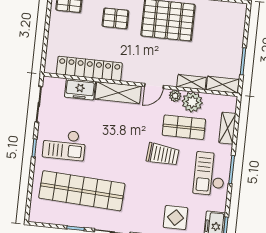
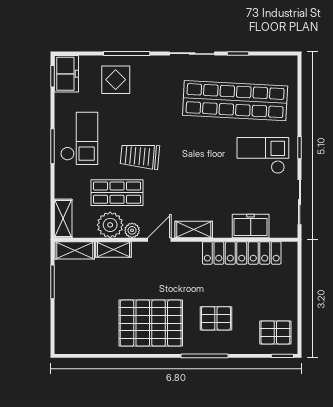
shelving: (118, 93) -> (194, 230), width x0.67, depth x0.75
shelving: (227, 128) -> (63, 218), moved

